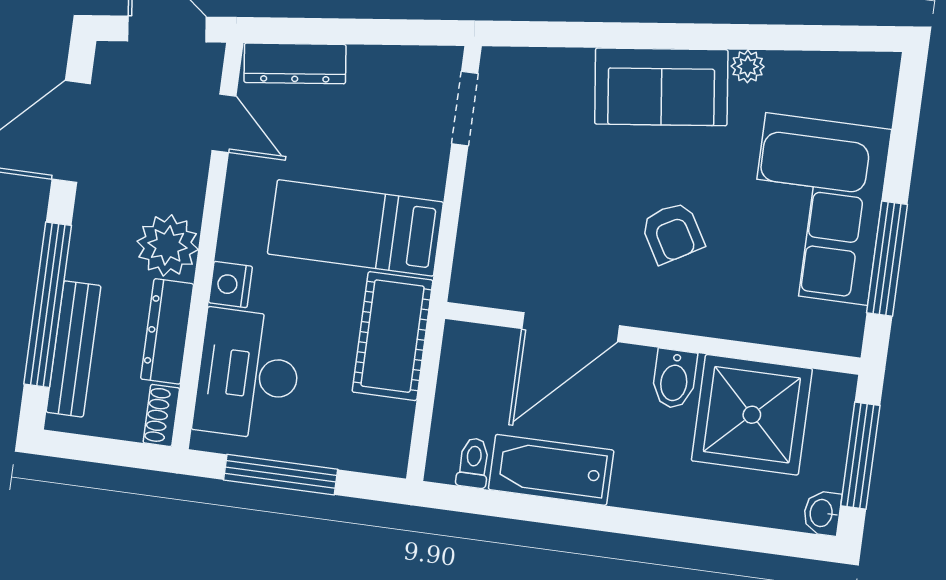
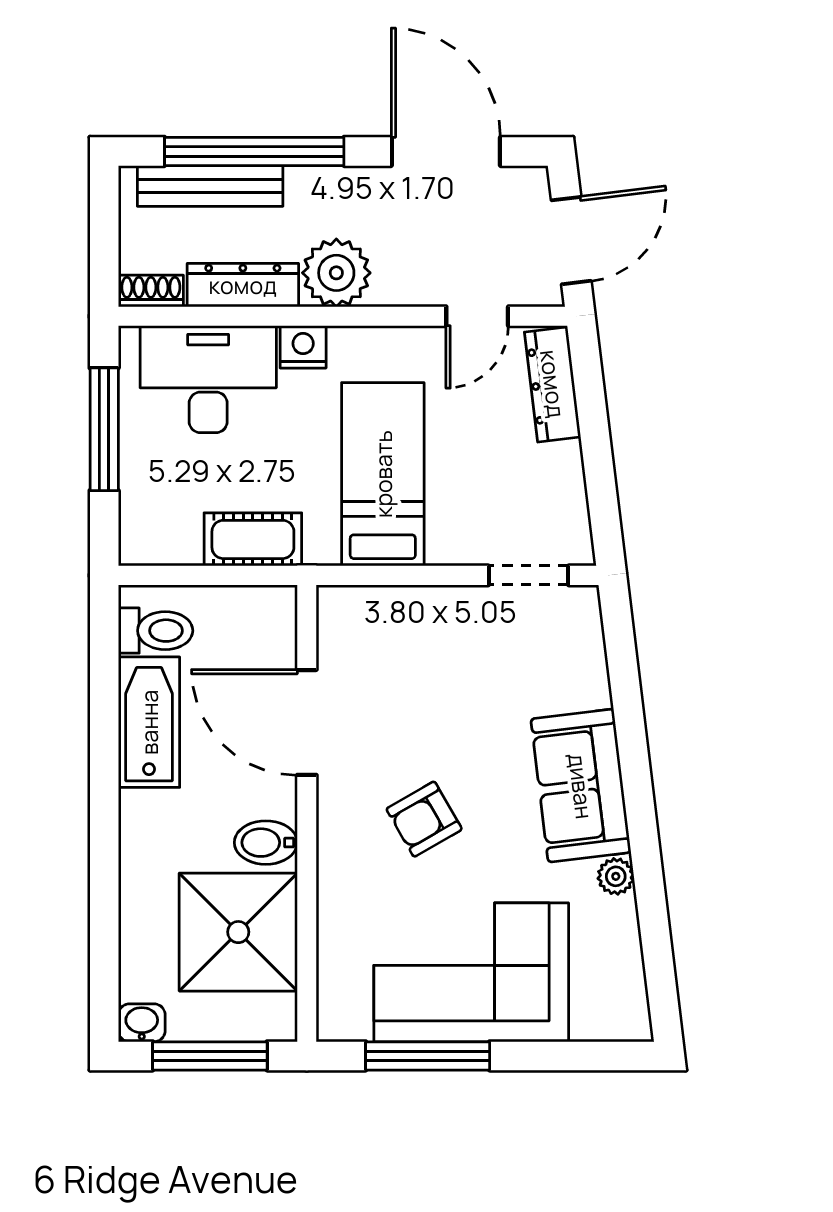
cot: (393, 336) -> (253, 539), width x0.73, depth x0.75
toilet: (473, 463) -> (156, 631), width x1.37, depth x1.39

